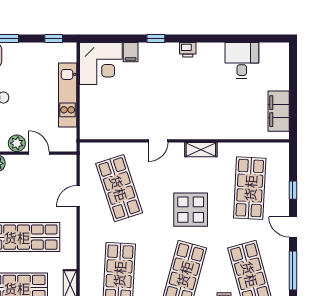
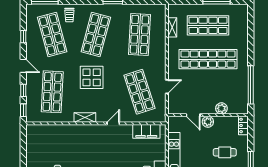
filing cabinet: (279, 111) -> (146, 131), moved, turned 90
window: (293, 161) -> (23, 110), added
window: (293, 271) -> (23, 37), width x0.46

